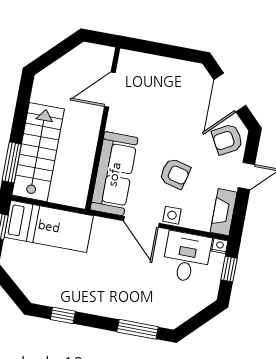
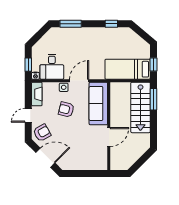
door: (110, 90) -> (109, 137), moved
door: (230, 92) -> (45, 158), hinge flipped
door: (141, 222) -> (79, 81), hinge flipped

